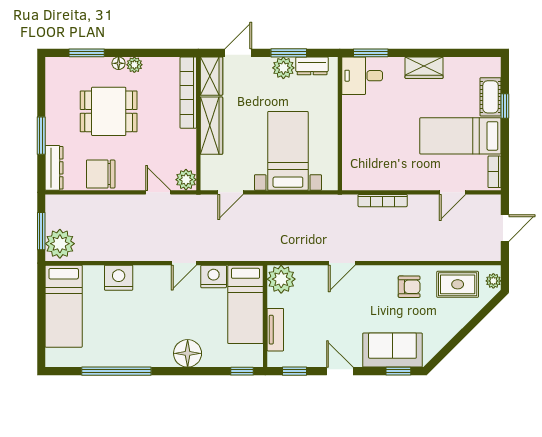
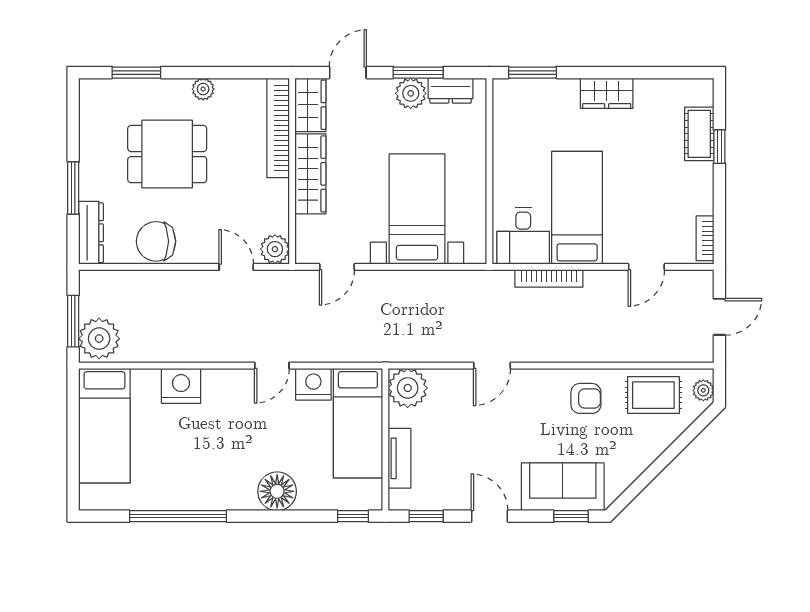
floor lamp: (119, 63) -> (181, 87), removed
desk: (362, 76) -> (523, 236), moved, turned -90
bed: (460, 136) -> (577, 208), moved, turned 90

